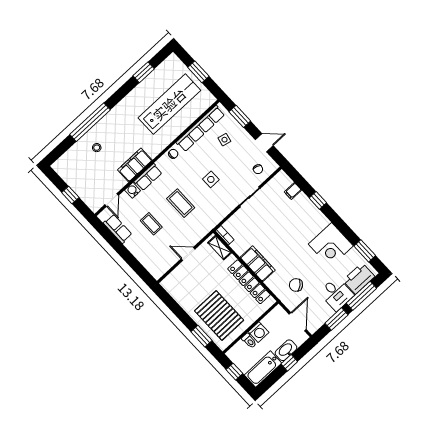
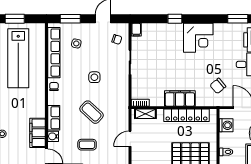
lab bench: (169, 104) -> (18, 58), turned 180
filing cabinet: (135, 165) -> (38, 133), moved
filing cabinet: (293, 191) -> (136, 30), moved
coffee table: (181, 203) -> (92, 112), turned 43
corner desk: (331, 245) -> (198, 38), moved
washing machine: (259, 332) -> (226, 125), moved

